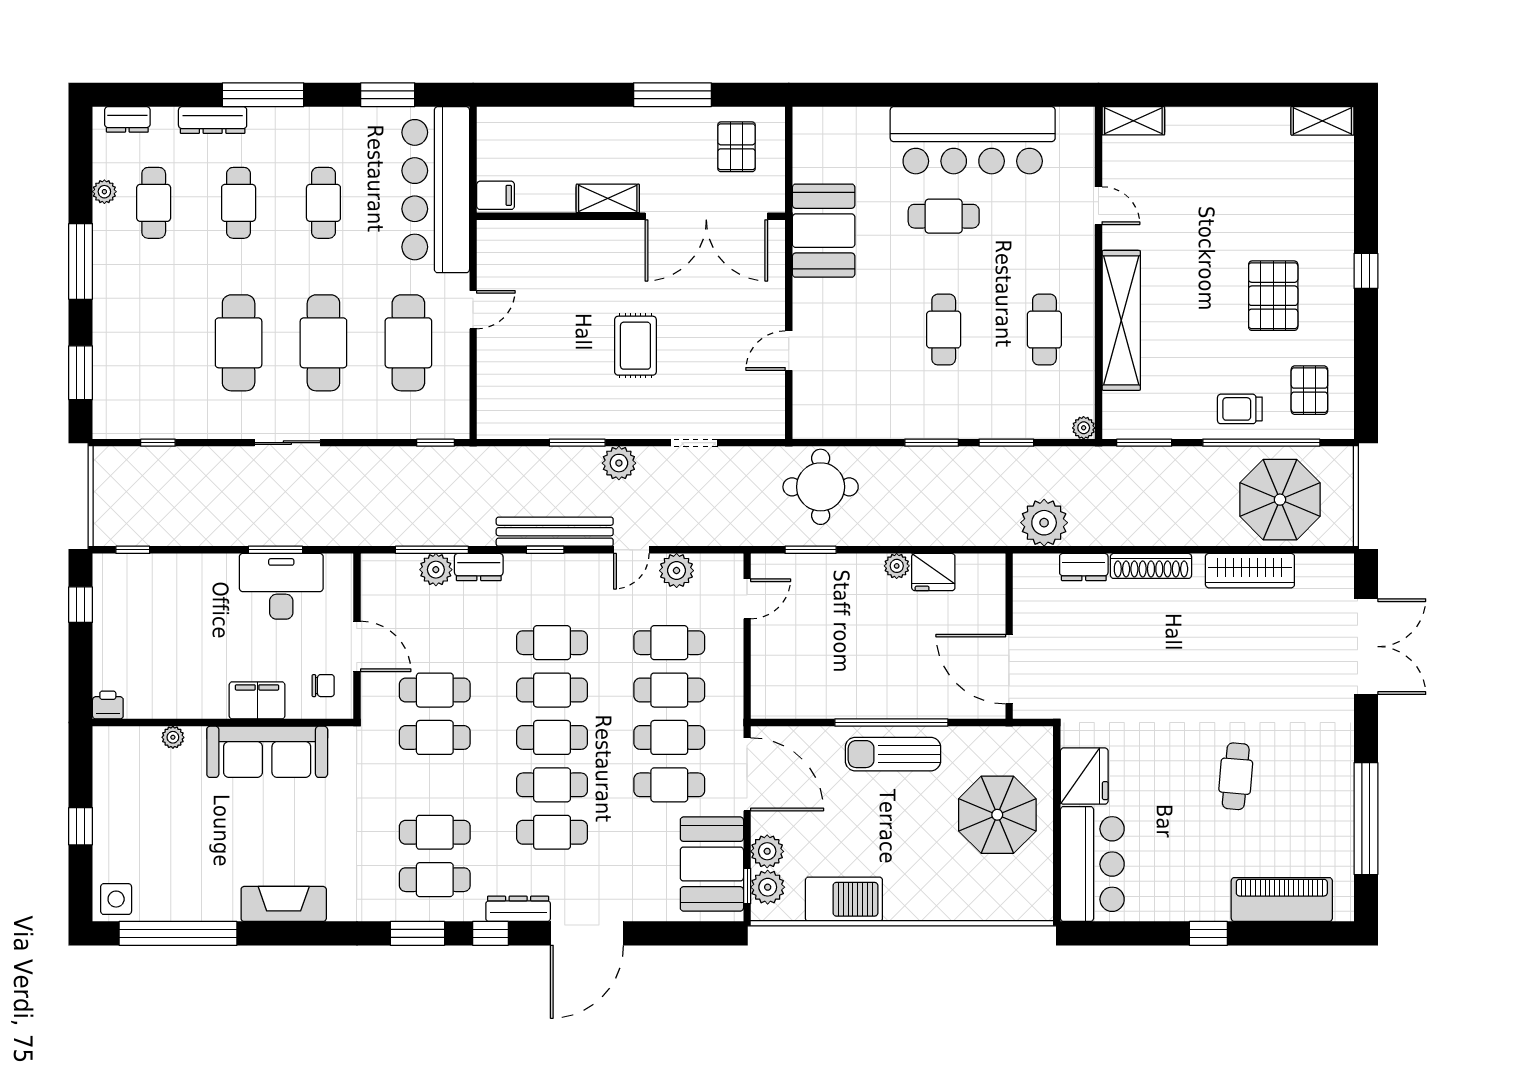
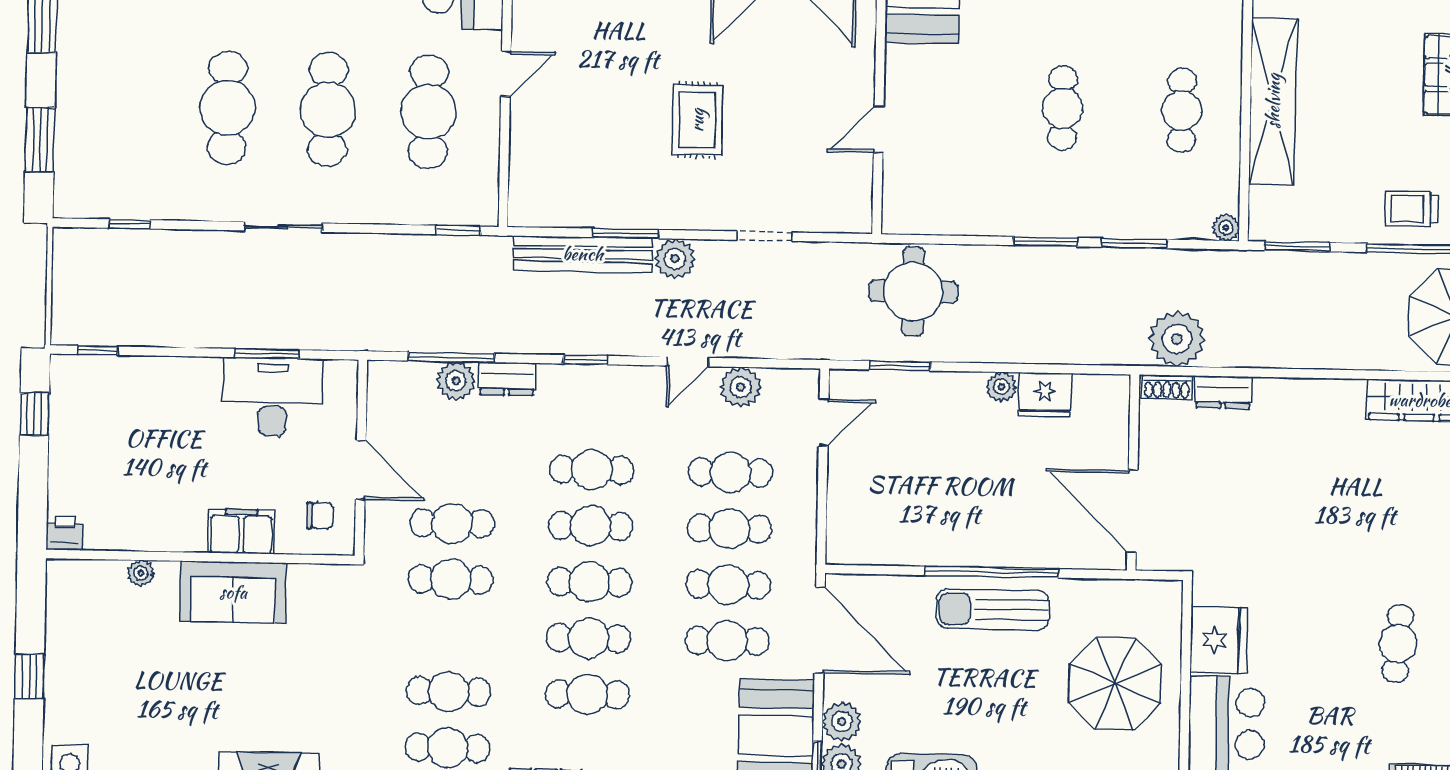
bench: (555, 532) -> (583, 254), moved
shoe rack: (1151, 566) -> (1167, 387), moved, width x0.51, depth x0.81
sofa: (267, 752) -> (233, 592), width x0.73

